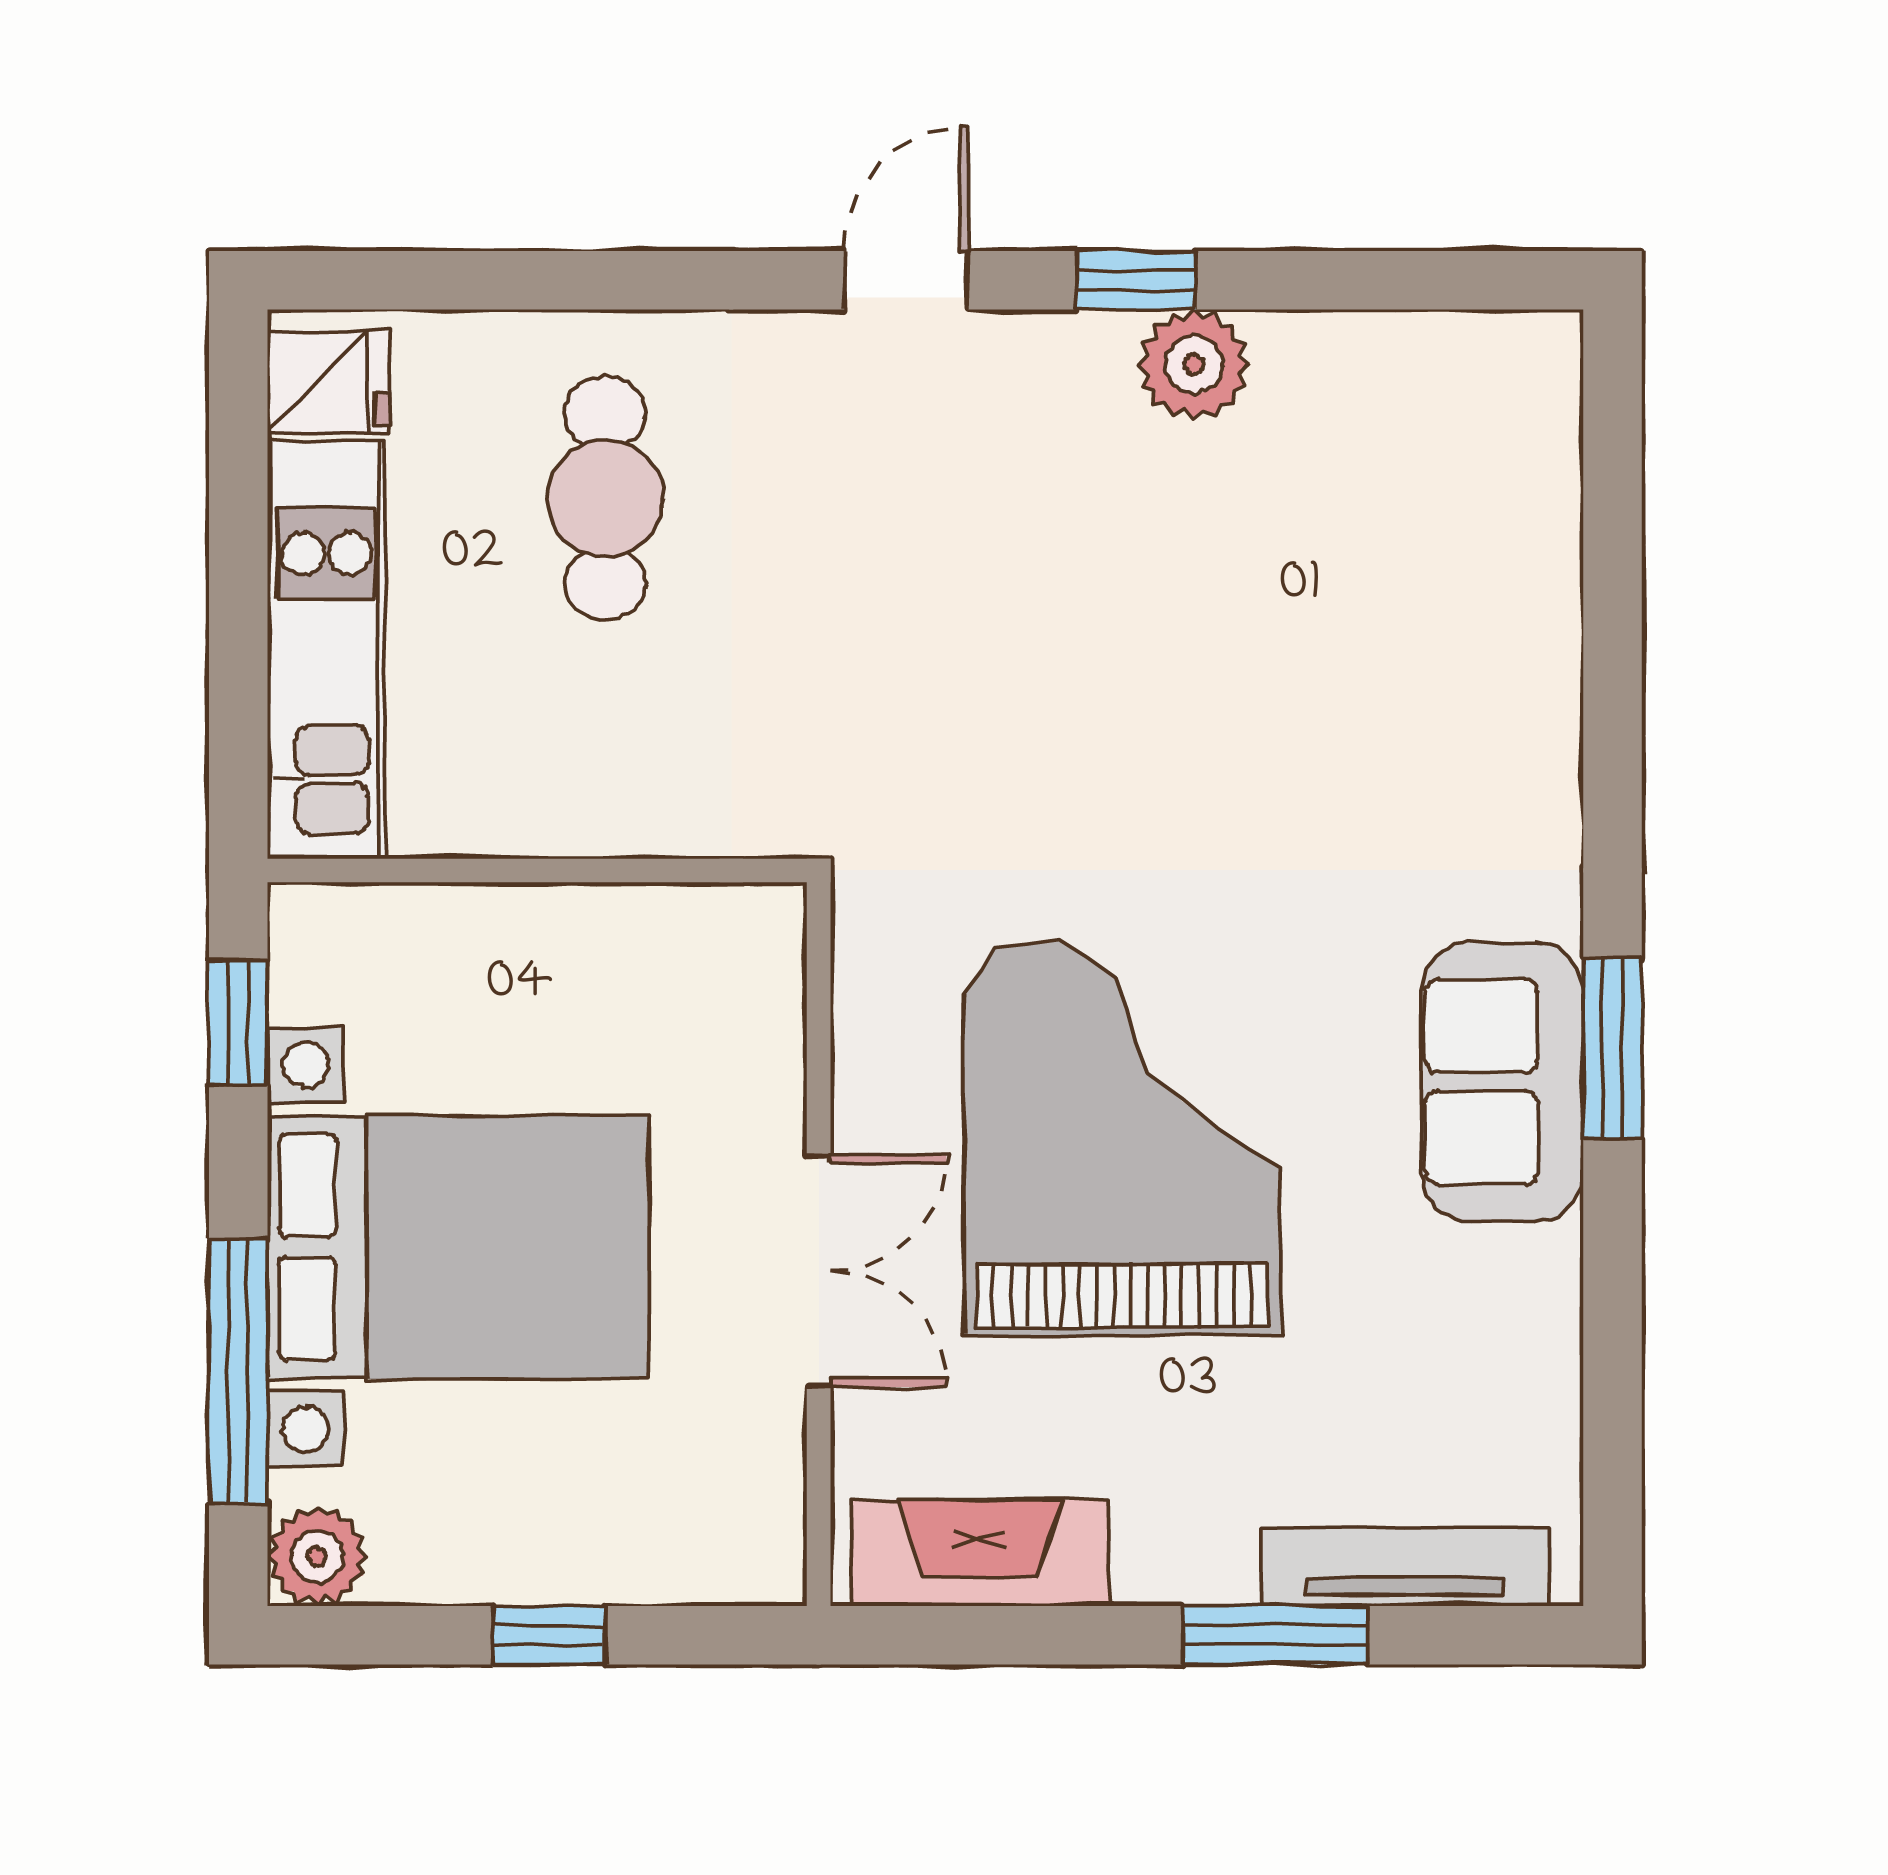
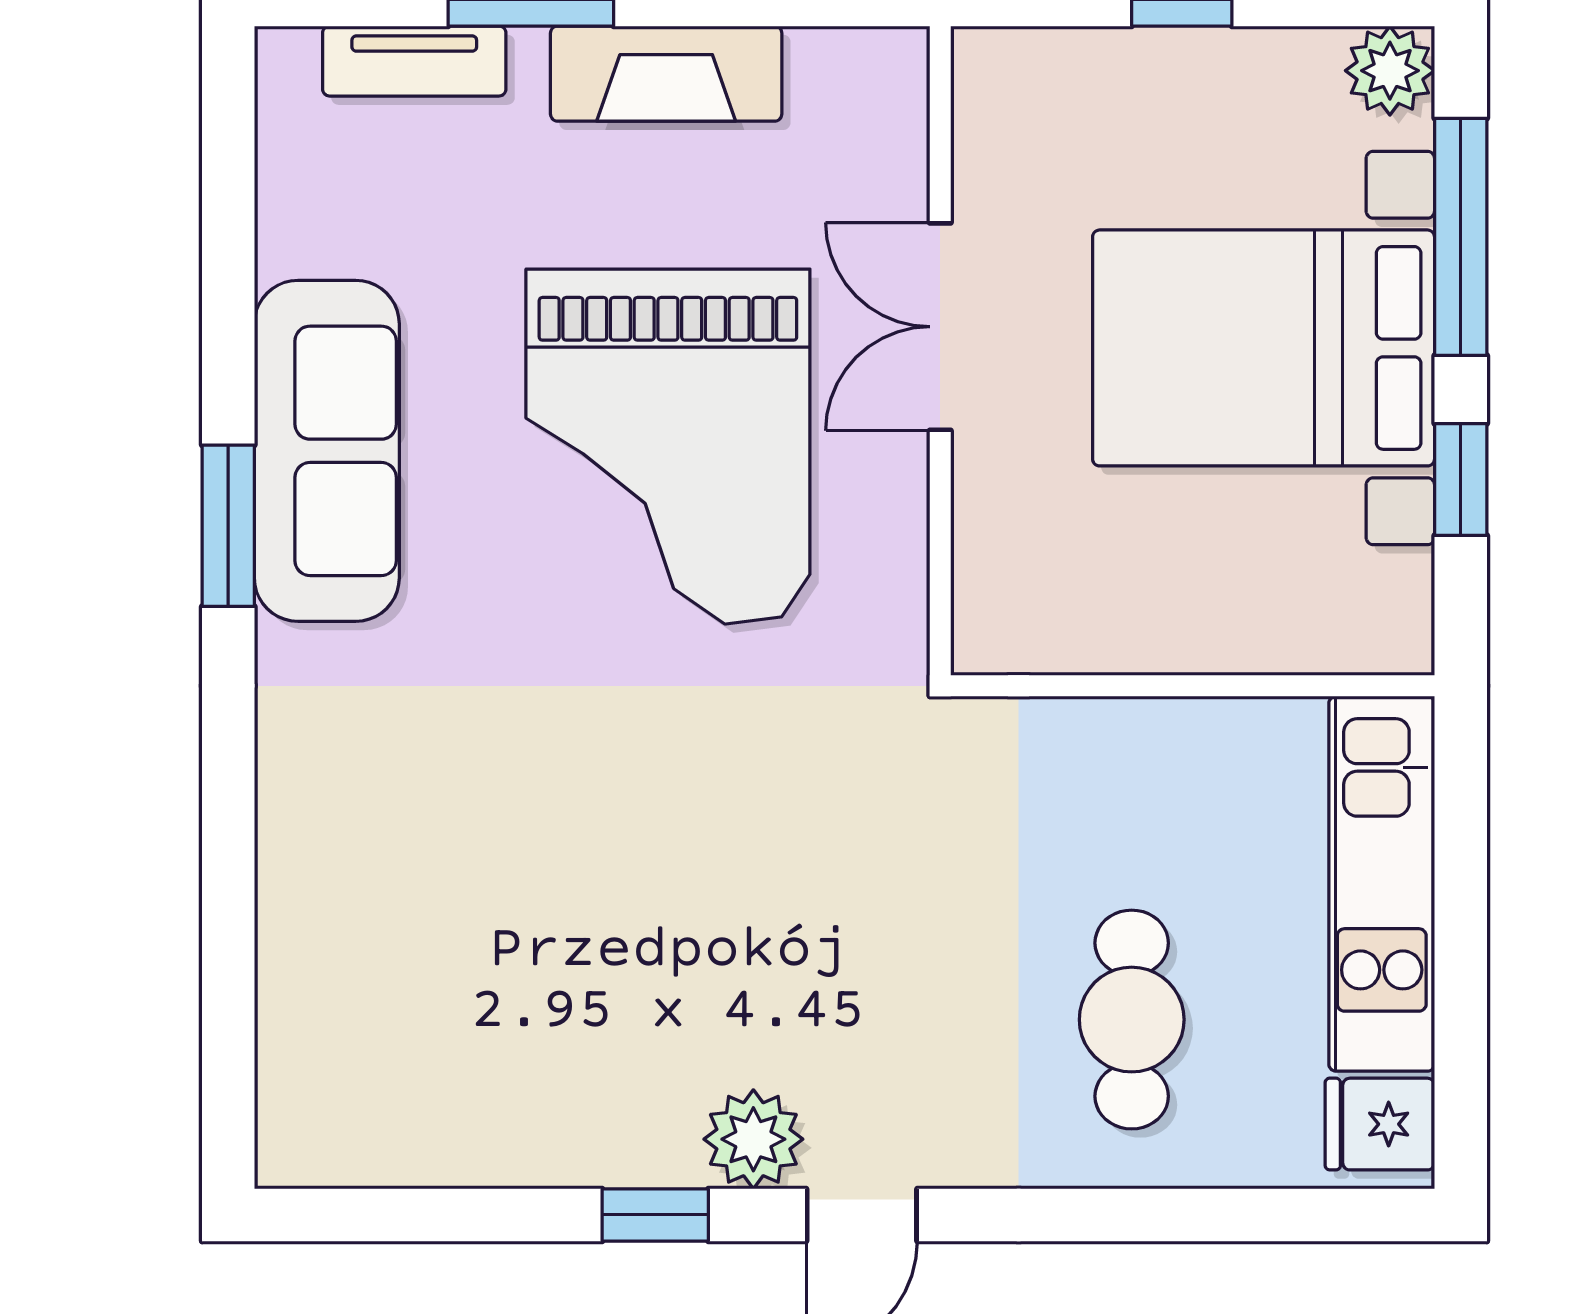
plant: (1194, 365) -> (753, 1139), moved
window: (238, 1022) -> (1461, 480), moved
sofa: (1503, 1082) -> (327, 451), width x1.36
fireplace: (980, 1553) -> (666, 74), moved
tv unit: (1405, 1567) -> (414, 61), width x0.71

